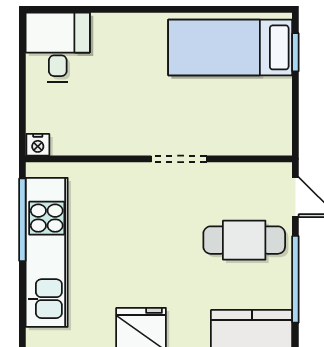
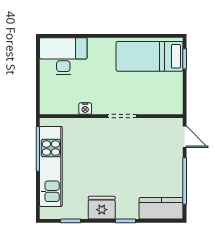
desk: (58, 47) -> (63, 56), width x1.37
nightstand: (38, 145) -> (85, 109), moved
cafe table: (244, 240) -> (157, 160), removed

